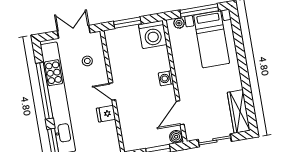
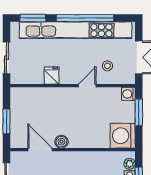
washing machine: (166, 78) -> (128, 94), moved, turned -90
door: (112, 92) -> (87, 86), moved
boiler: (176, 137) -> (61, 142), moved

